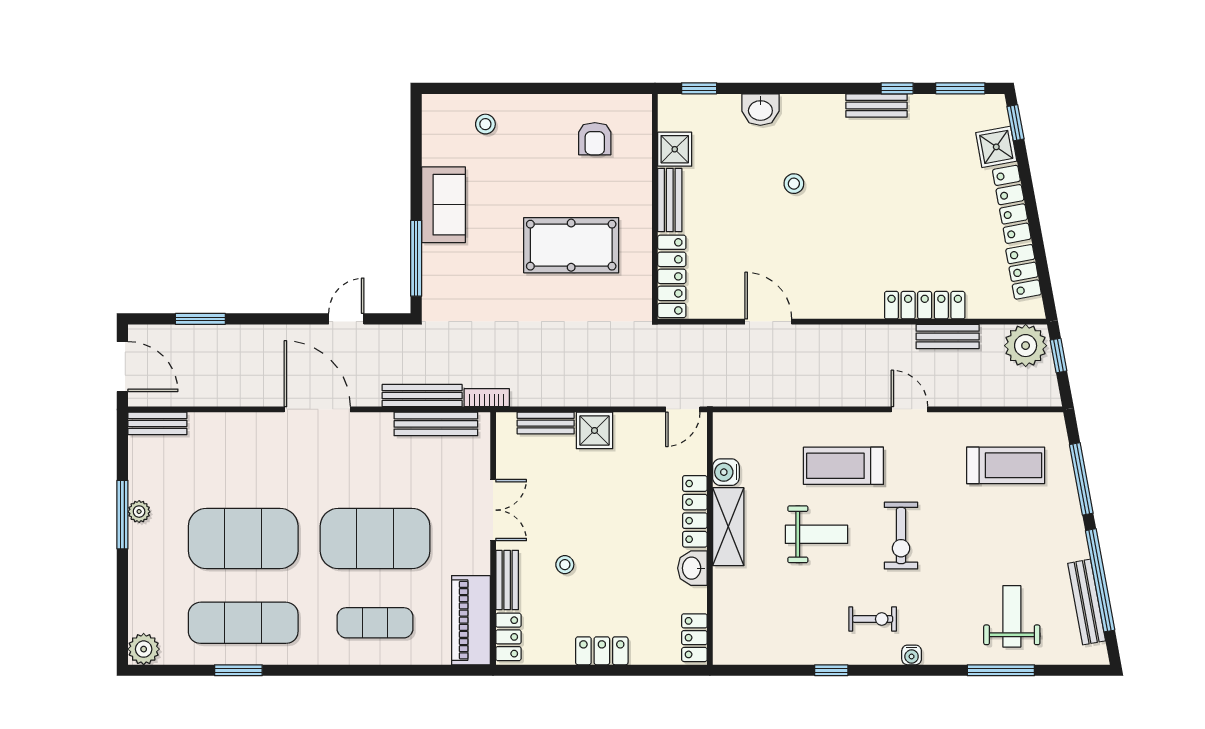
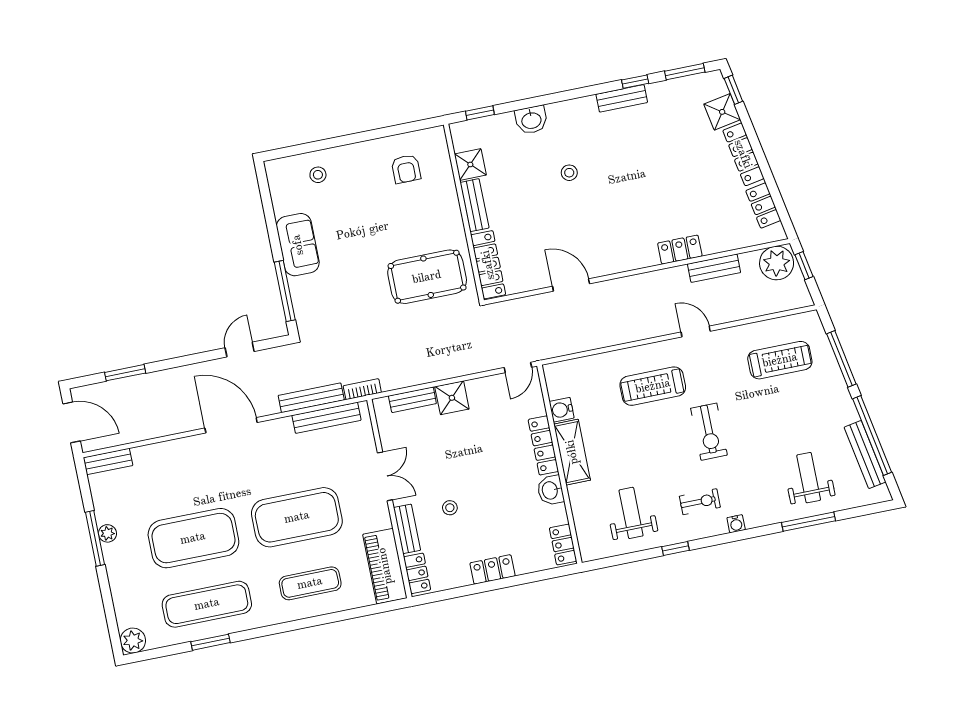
pool table: (571, 245) -> (427, 277), moved
locker: (925, 305) -> (680, 250), width x0.66
weight bench: (817, 534) -> (631, 513), moved, turned -90

